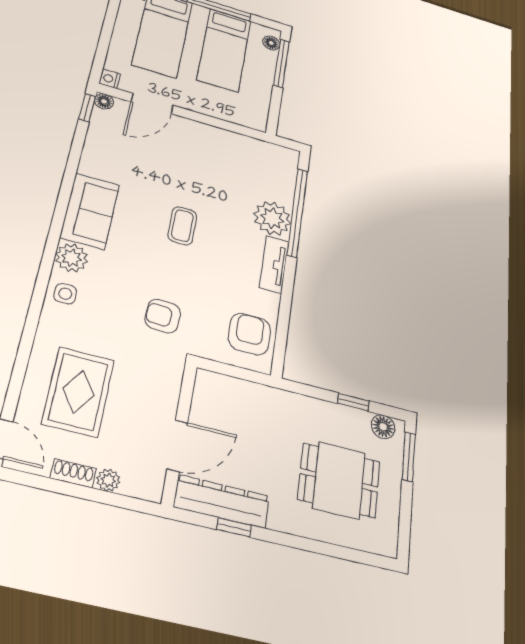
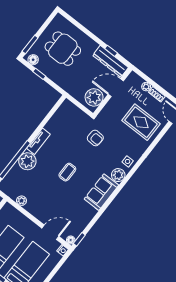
plant: (240, 143) -> (21, 201), added
armchair: (249, 334) -> (65, 117), removed
rug: (78, 392) -> (141, 122), turned 90
plant: (213, 402) -> (94, 97), added

